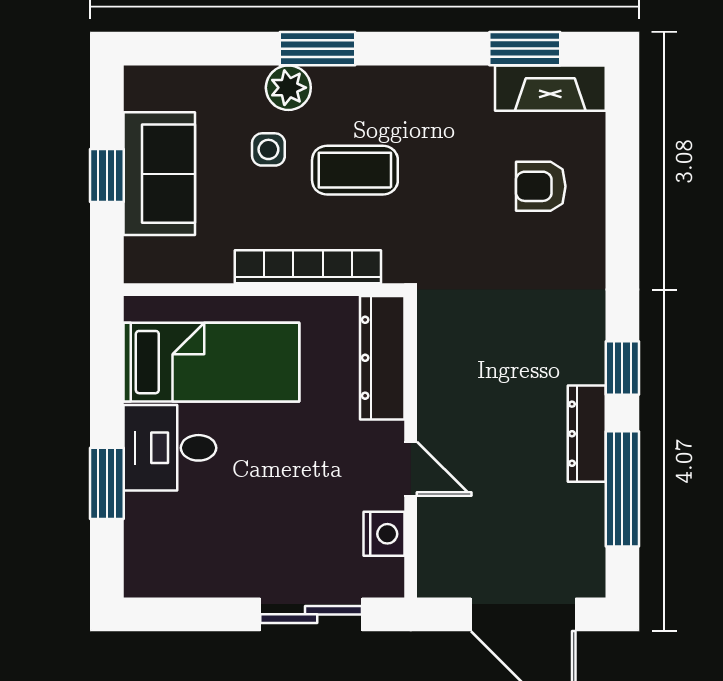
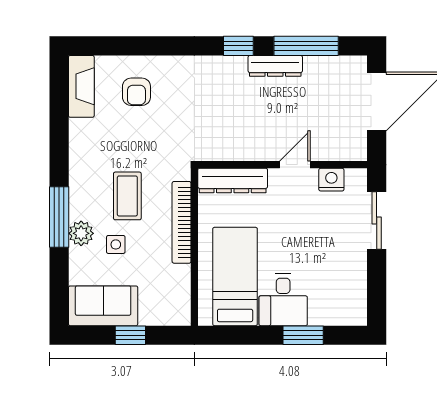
window: (317, 49) -> (59, 217), width x1.44
window: (525, 49) -> (59, 101), removed
sofa: (159, 174) -> (103, 306), moved

